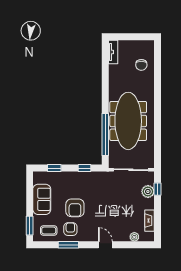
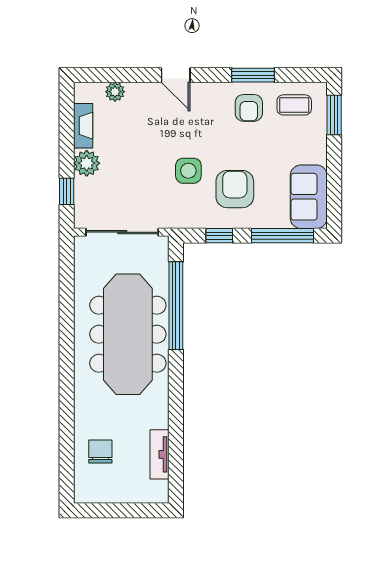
tv unit: (113, 52) -> (159, 454), moved
window: (54, 168) -> (283, 236), width x2.17
plant: (148, 192) -> (87, 163), moved
sofa: (42, 199) -> (309, 197), moved
side table: (99, 199) -> (188, 171), added
armchair: (75, 208) -> (235, 189), moved

